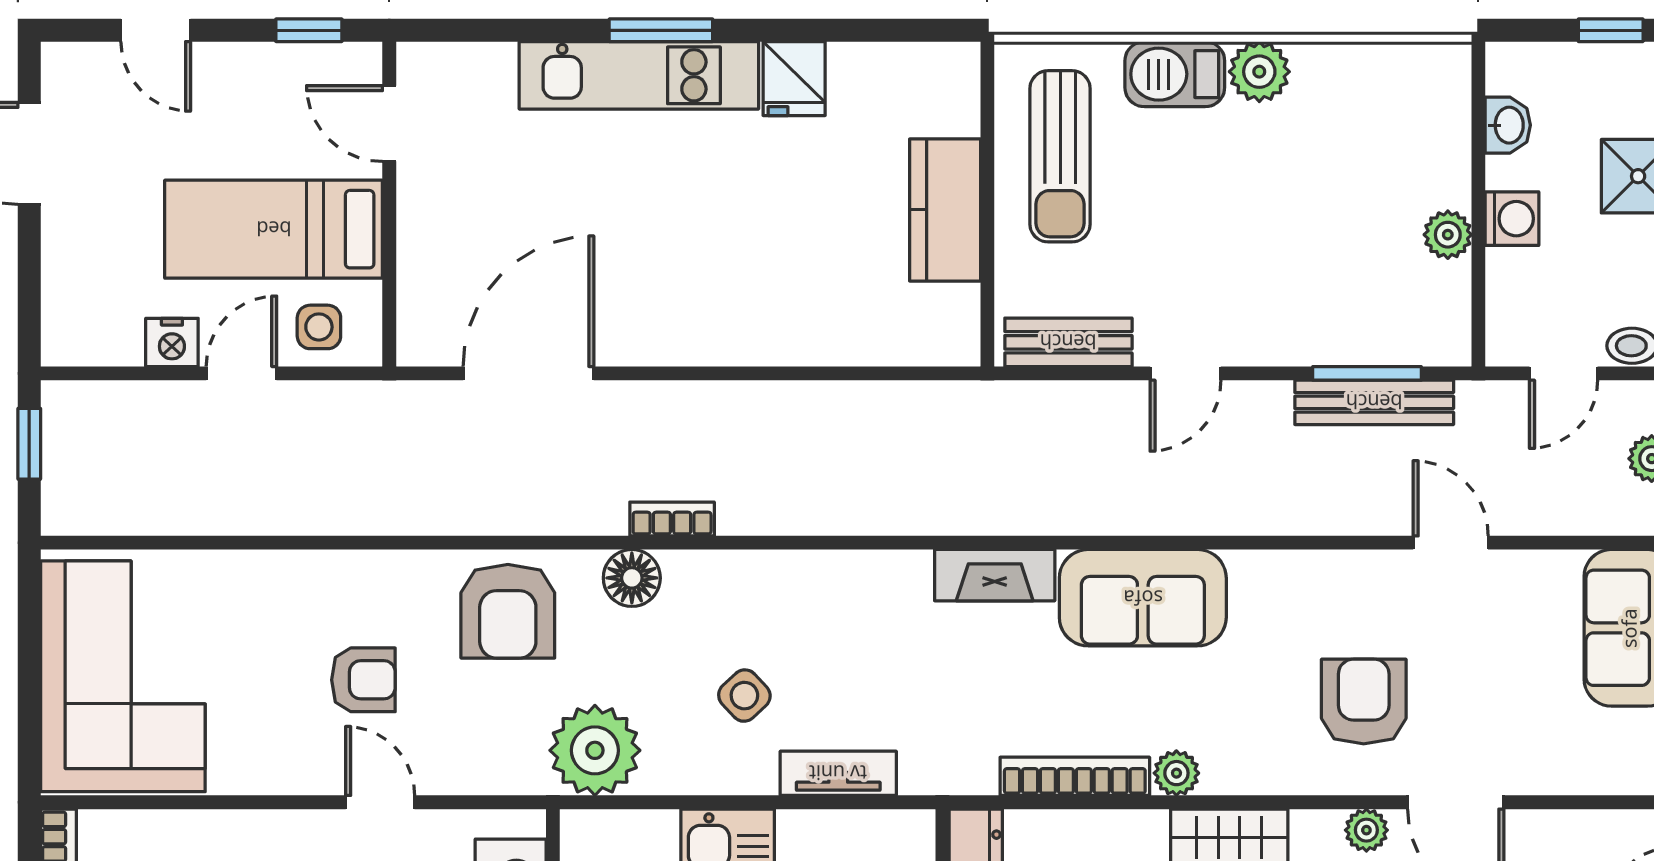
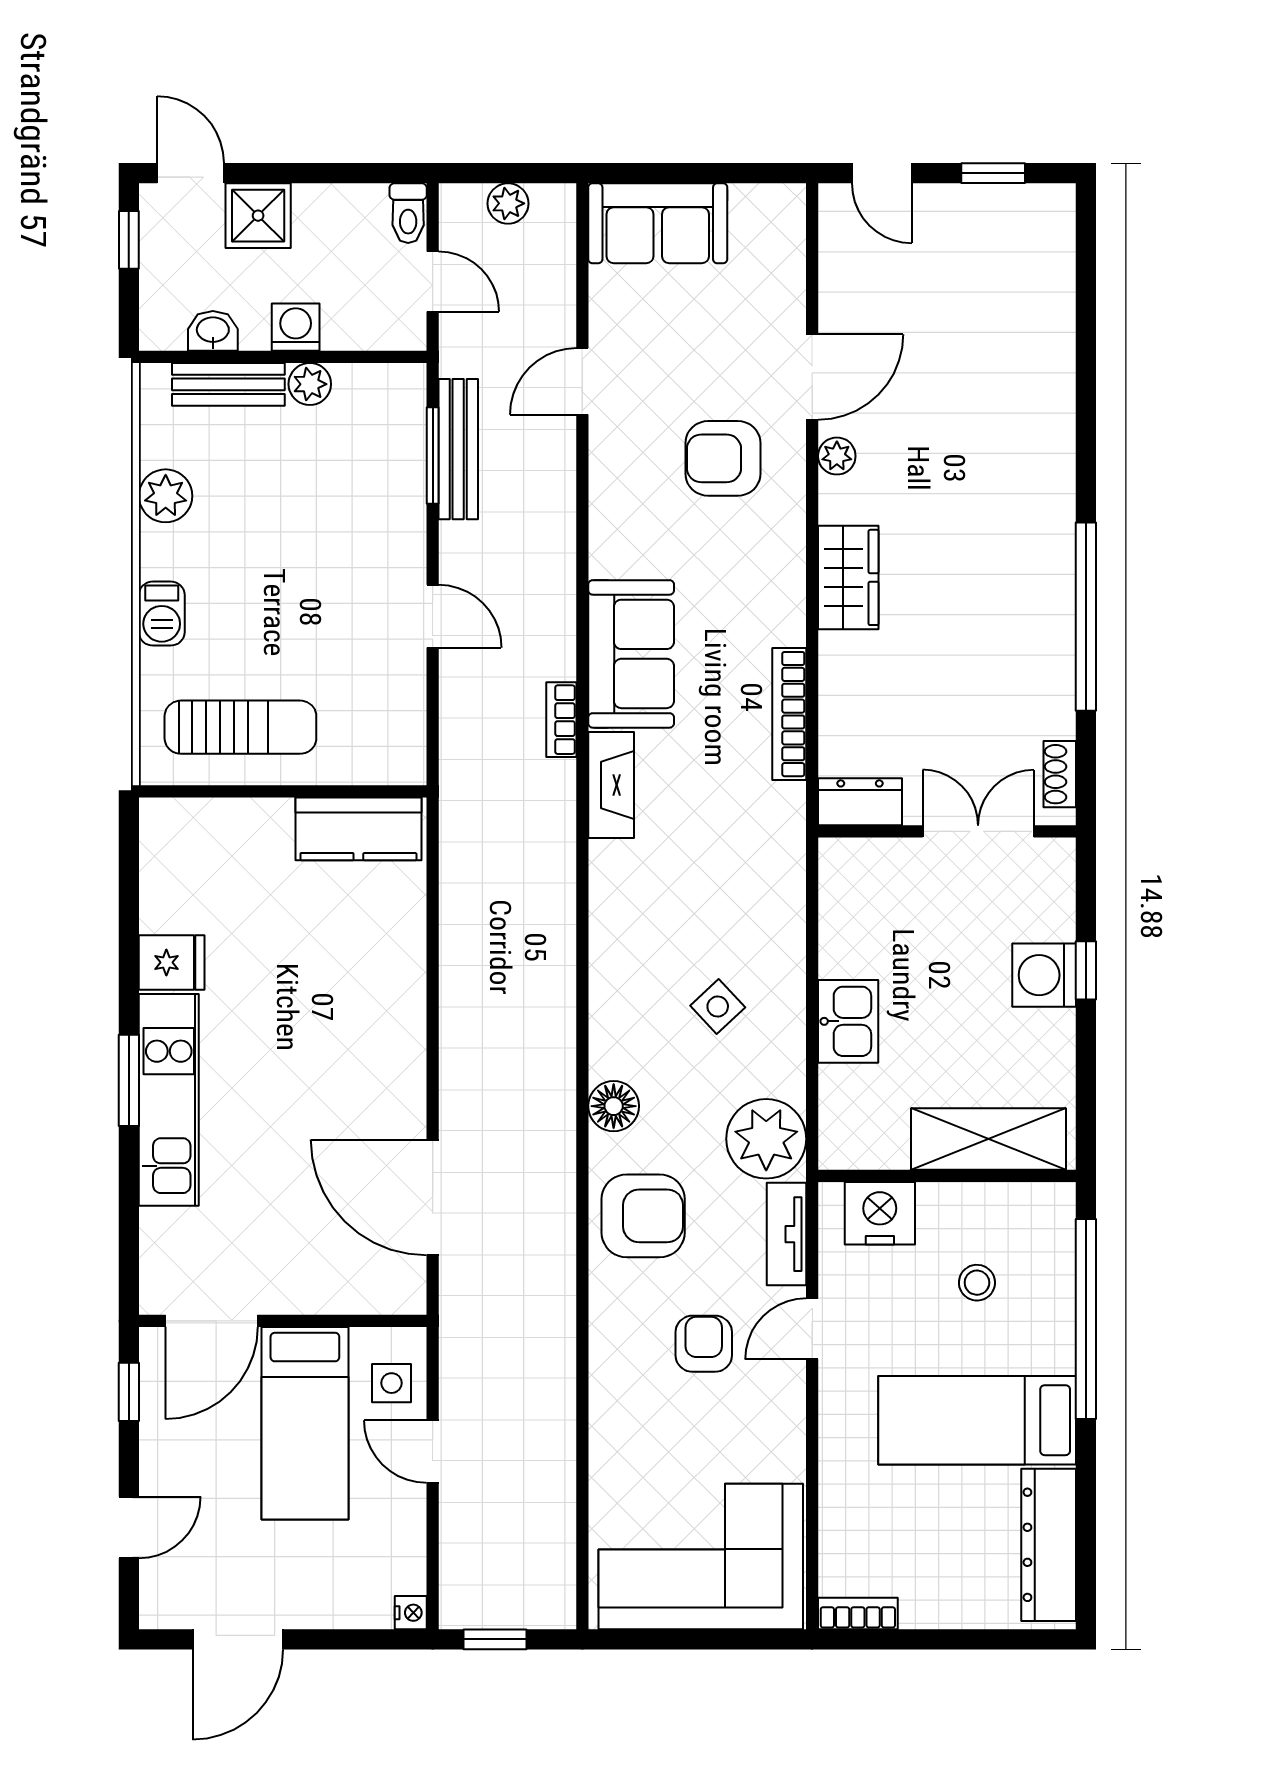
plant: (1259, 72) -> (166, 496), moved
barbecue: (1175, 74) -> (162, 614), width x0.73, depth x0.79
door: (389, 124) -> (211, 1321), width x1.38
kitchen counter: (945, 210) -> (358, 829), moved
nightstand: (172, 342) -> (411, 1613), moved, width x0.72, depth x0.74
bench: (1068, 342) -> (228, 384), moved, turned 90
bookcase: (672, 519) -> (561, 720), moved
tv unit: (838, 773) -> (787, 1234), moved
plant: (1176, 773) -> (786, 624), removed

